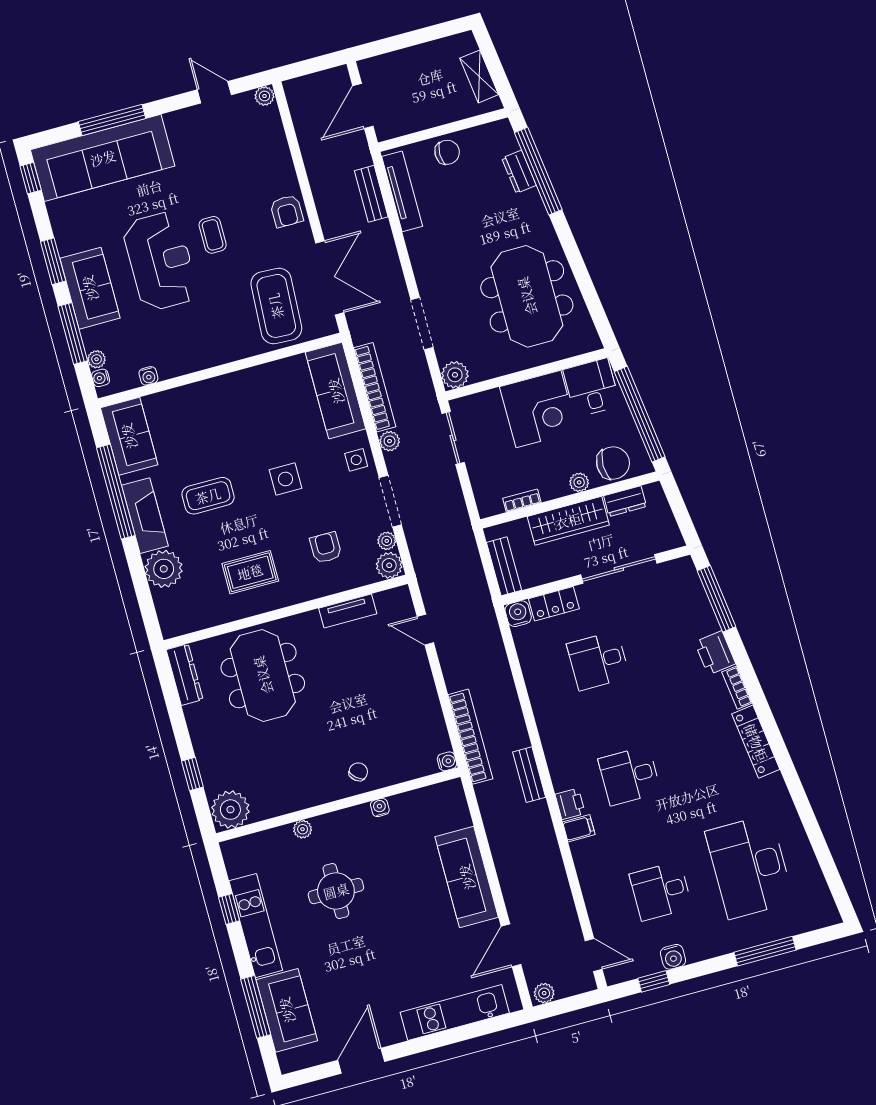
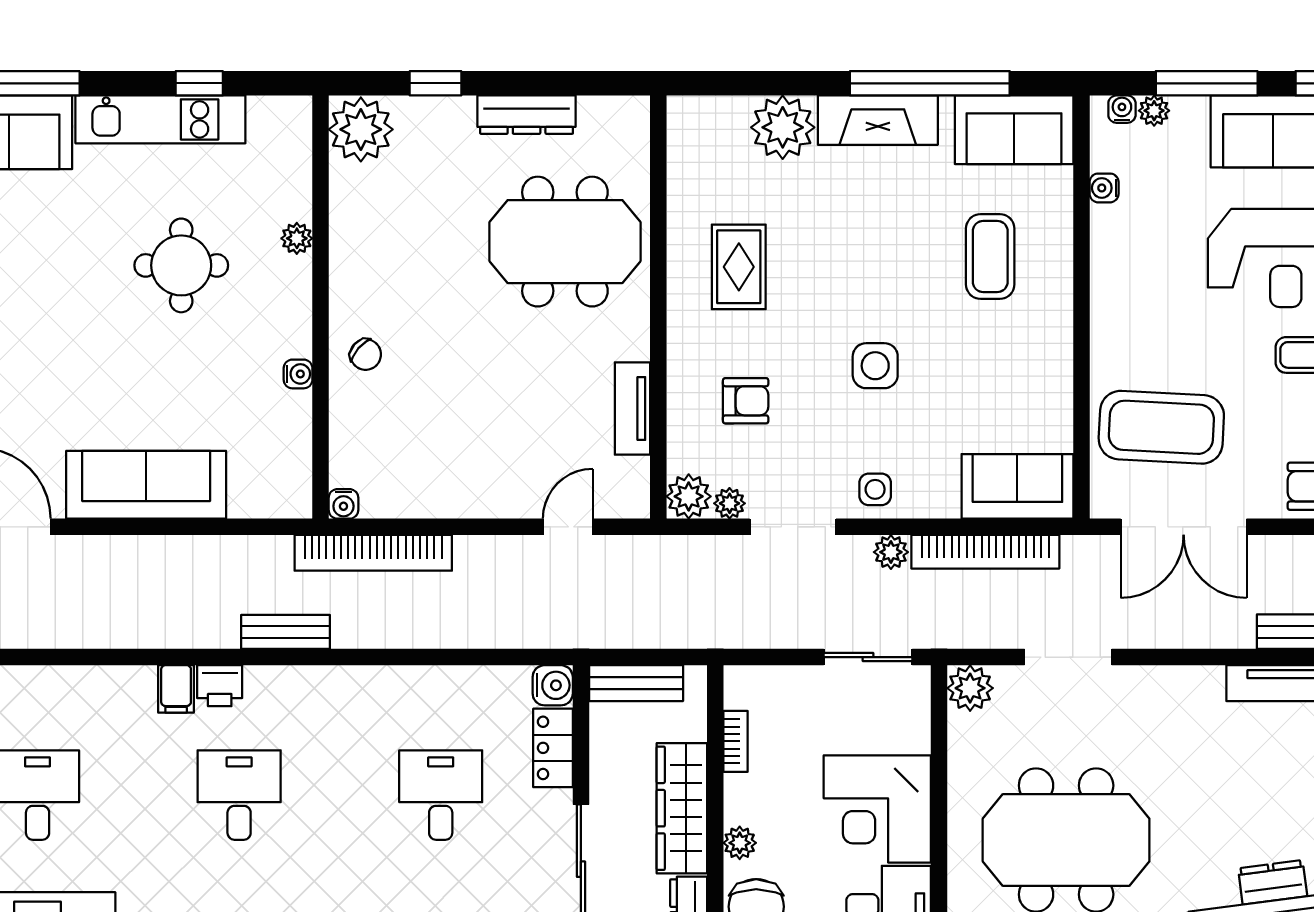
sofa: (336, 391) -> (1017, 486), width x0.73
coffee table: (208, 496) -> (990, 256), moved
dresser: (185, 675) -> (527, 115), moved

